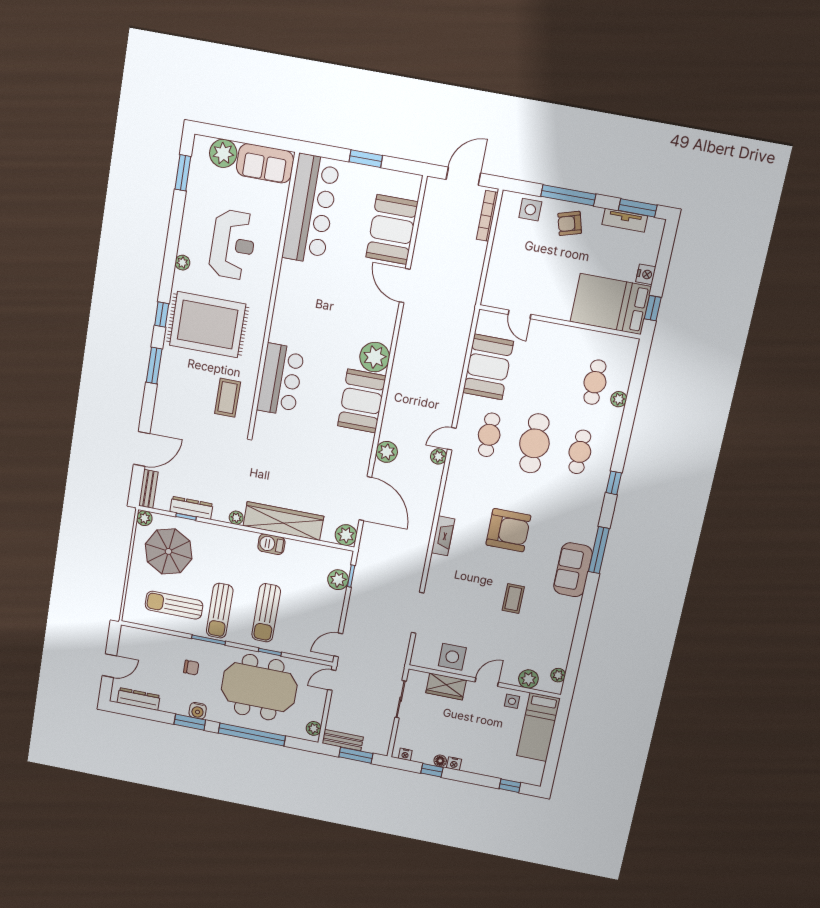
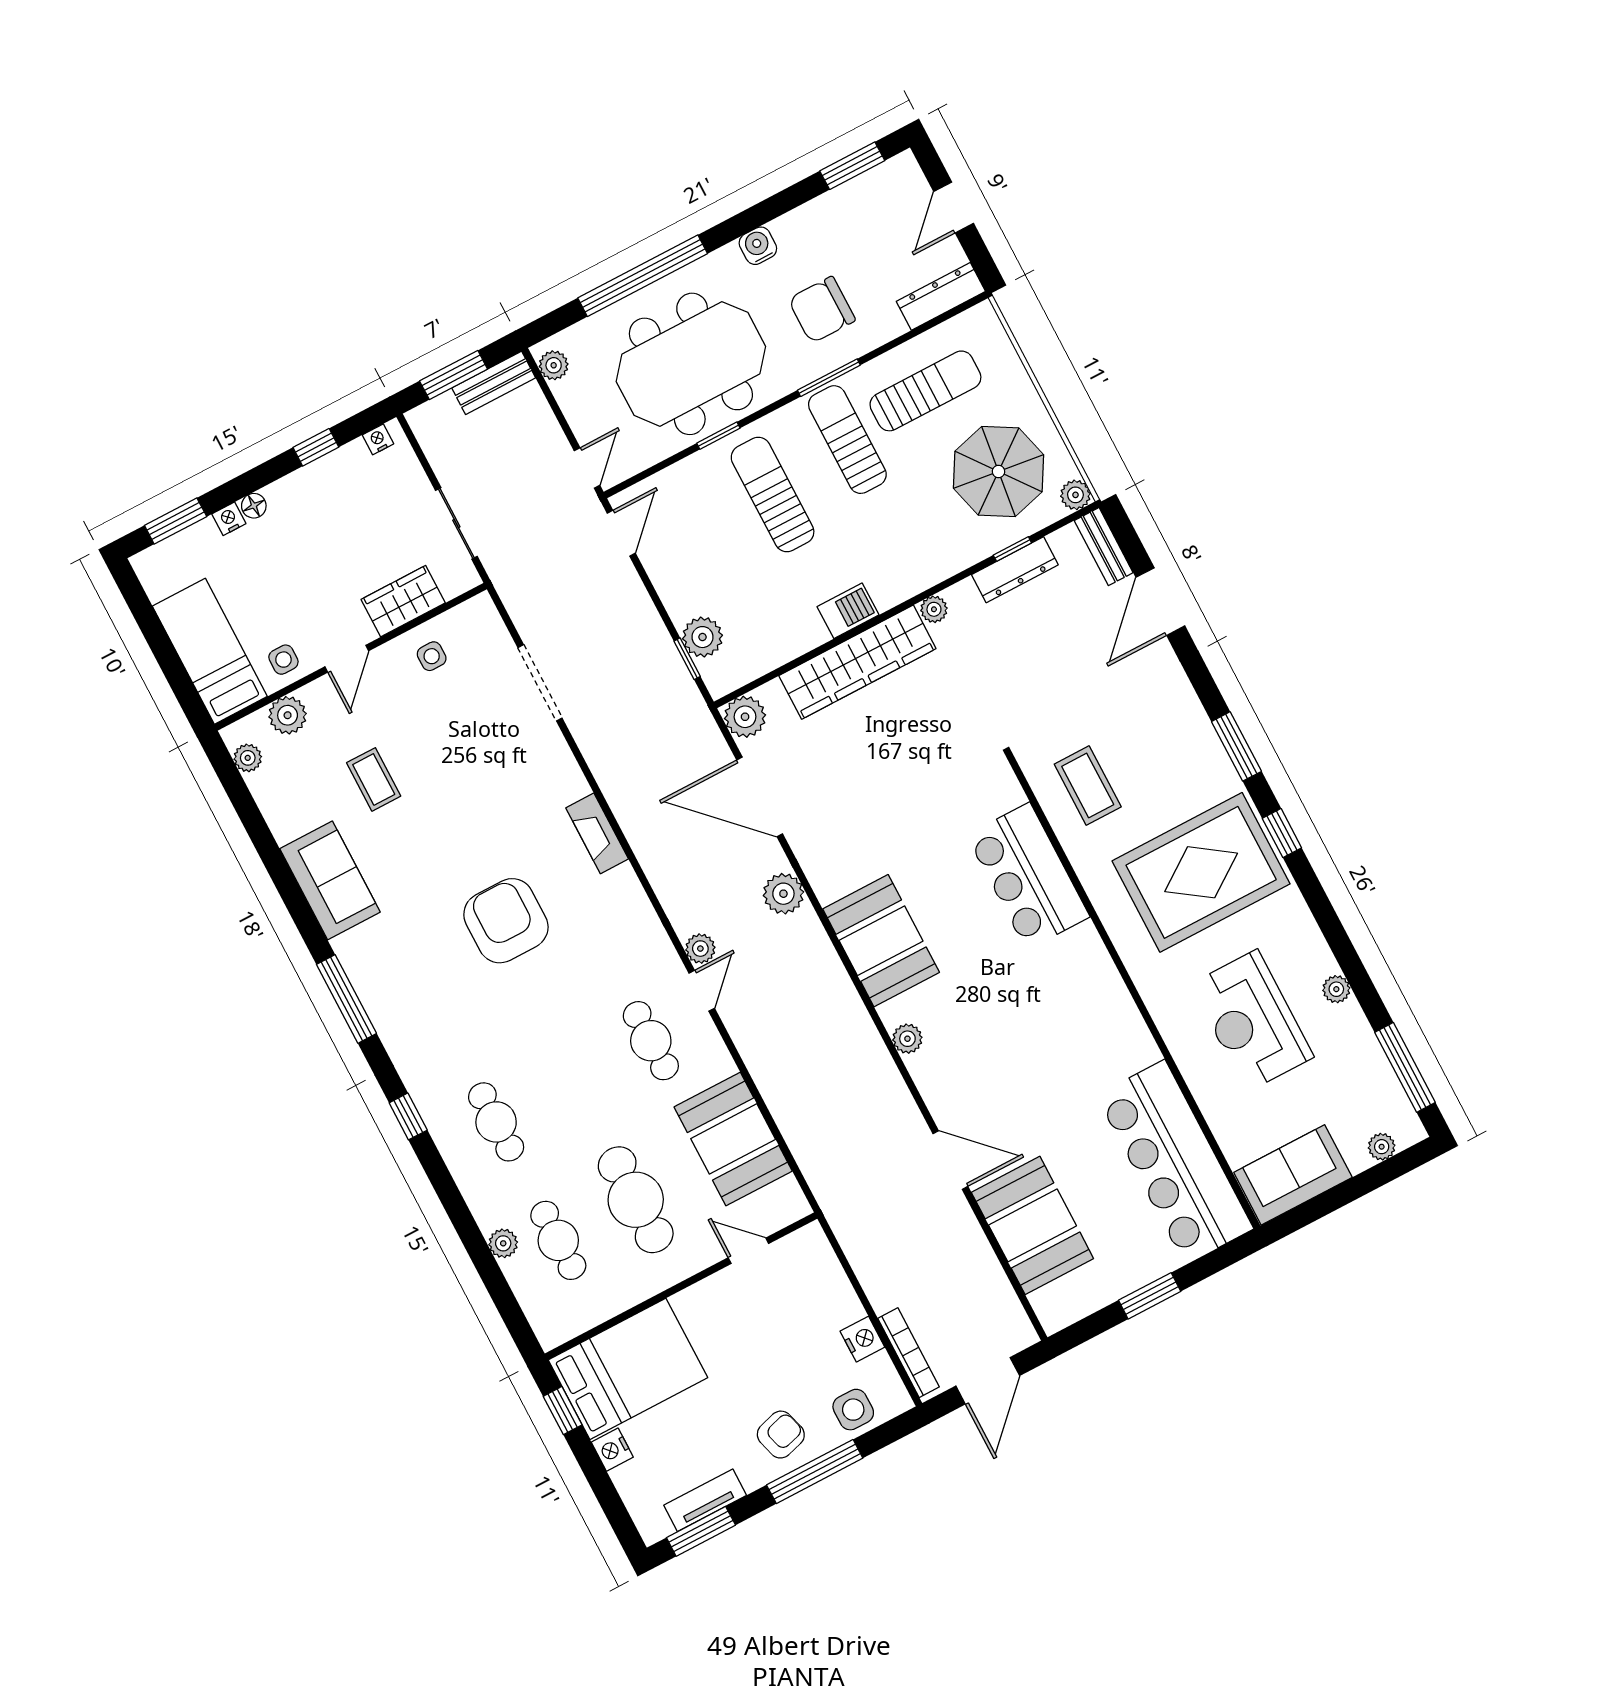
plant: (223, 153) -> (1382, 1147), width x0.53, depth x0.53
window: (183, 173) -> (1405, 1067), width x1.44
nightstand: (502, 238) -> (862, 1339), added
plant: (182, 263) -> (1336, 989), moved
plant: (375, 357) -> (907, 1039), width x0.53, depth x0.53
cafe table: (534, 443) -> (636, 1200), moved
armchair: (508, 530) -> (506, 921), turned 90
sofa: (573, 570) -> (330, 880), moved
coffee table: (513, 599) -> (374, 779), moved
side table: (452, 657) -> (432, 656), width x0.54, depth x0.54
chair: (191, 668) -> (822, 310), width x1.87, depth x1.87
dresser: (139, 699) -> (941, 296), moved, turned 180
window: (190, 722) -> (852, 166), moved
floor lamp: (440, 761) -> (254, 506), moved
nightstand: (454, 764) -> (229, 519), moved
window: (510, 786) -> (176, 521), width x1.50

